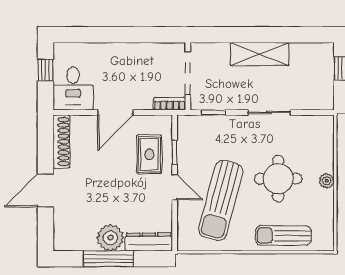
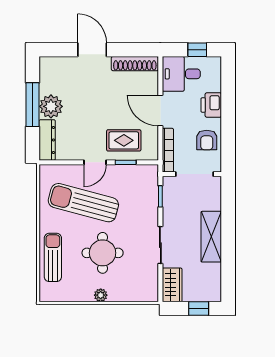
printer: (109, 54) -> (211, 105), added
armchair: (149, 59) -> (207, 140), added
wardrobe: (315, 99) -> (172, 285), added
bookcase: (170, 104) -> (168, 150), width x1.56

